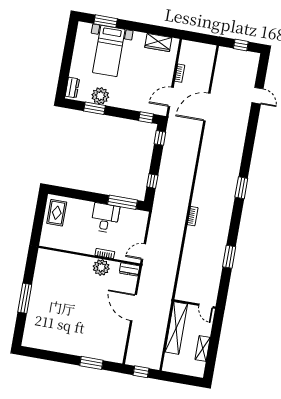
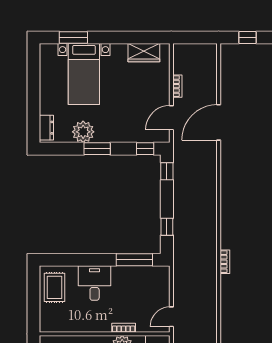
window: (95, 108) -> (97, 149), moved
desk: (105, 218) -> (95, 283), moved

